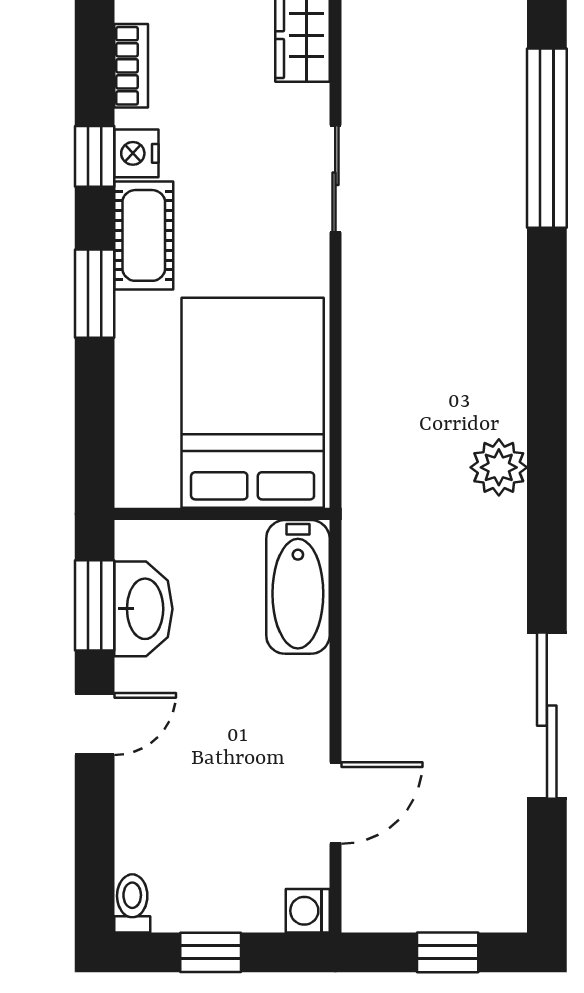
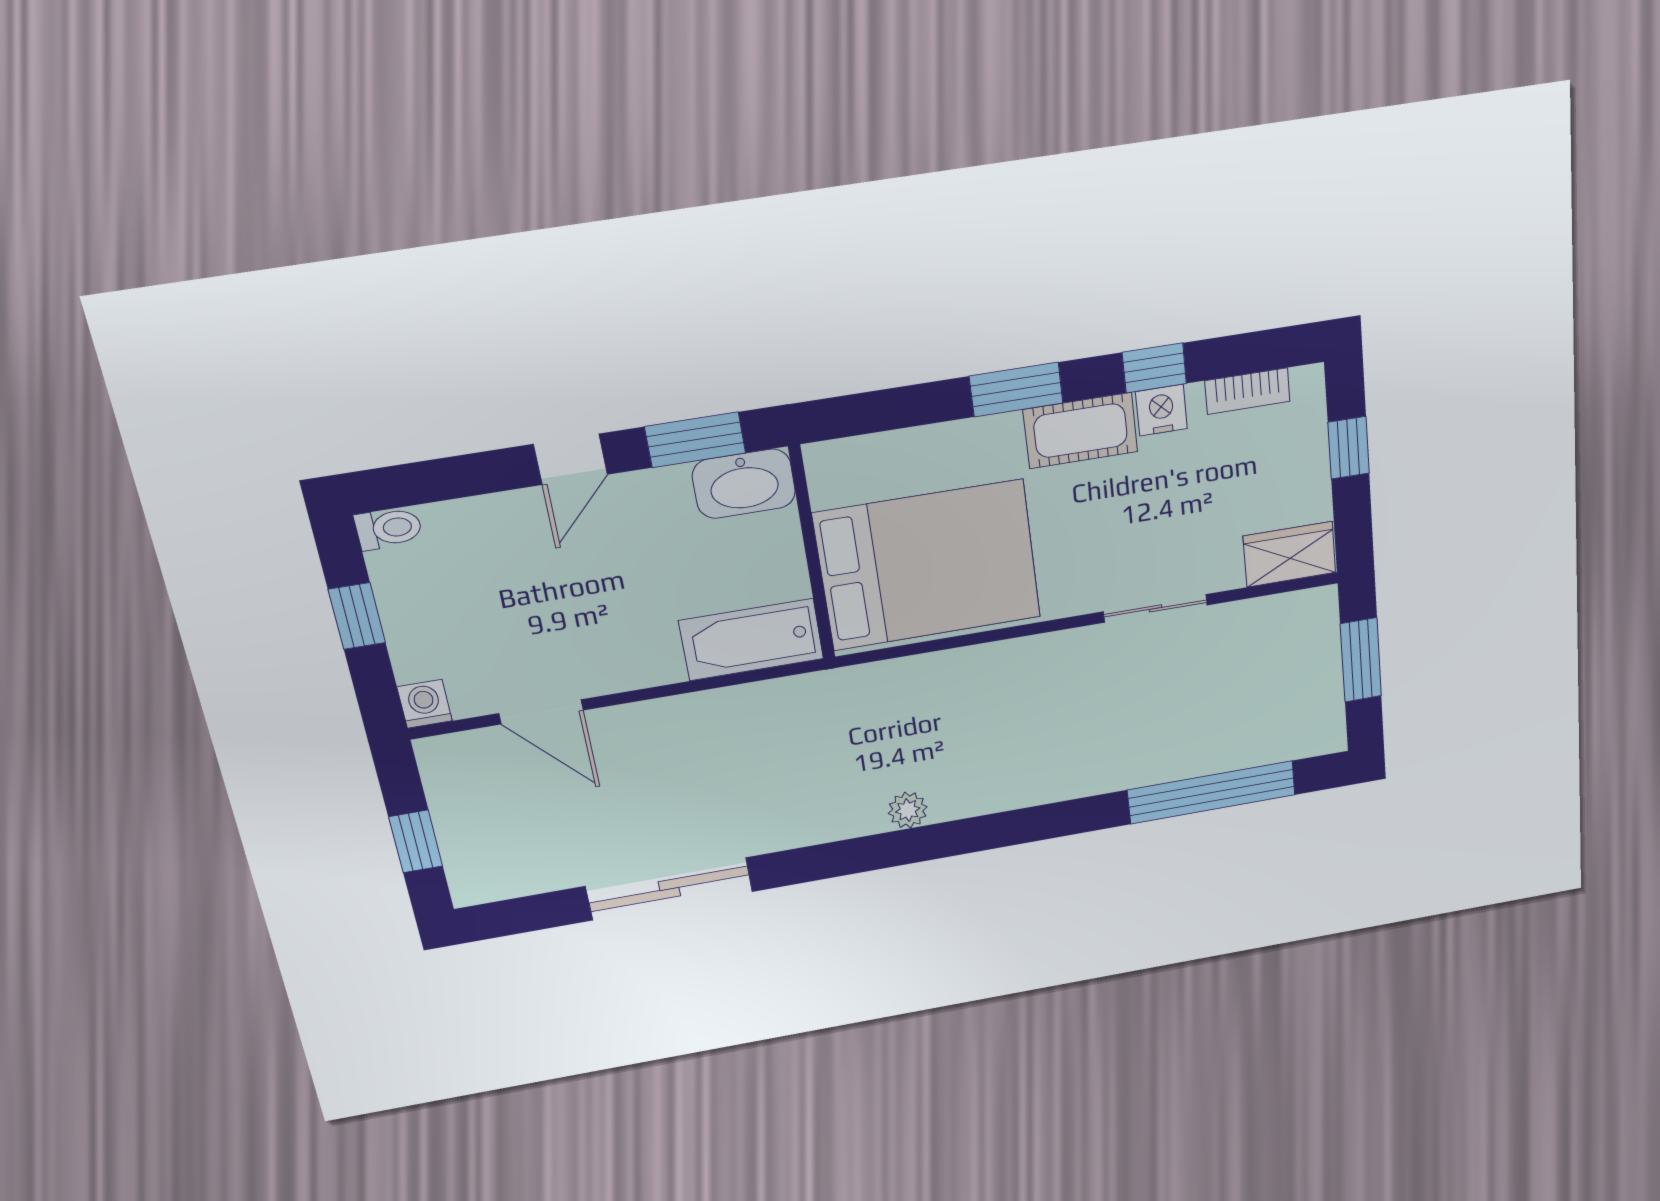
plant: (499, 467) -> (908, 810), width x0.73, depth x0.73
washbasin: (143, 609) -> (744, 484), moved
door: (95, 724) -> (570, 459), hinge flipped

